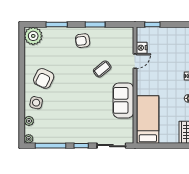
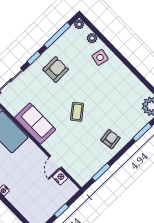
window: (95, 24) -> (101, 172), moved
window: (152, 24) -> (61, 211), moved
coffee table: (102, 69) -> (77, 112), moved
armchair: (44, 78) -> (56, 69), moved, turned 64

